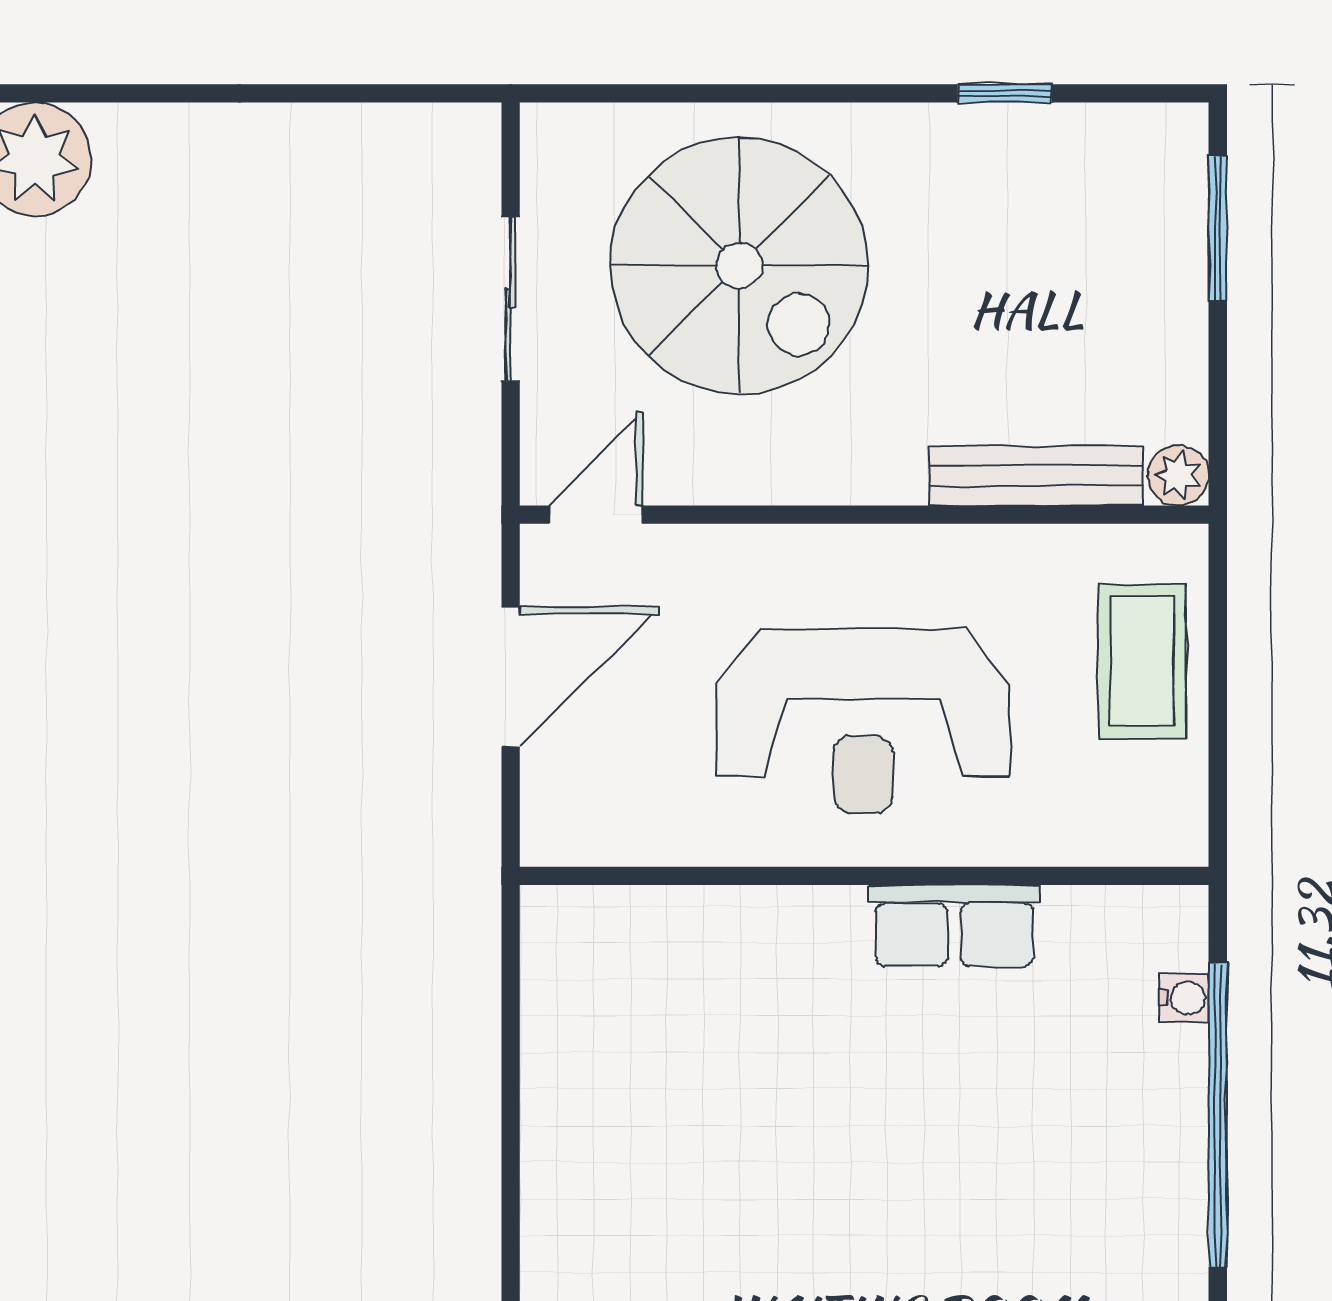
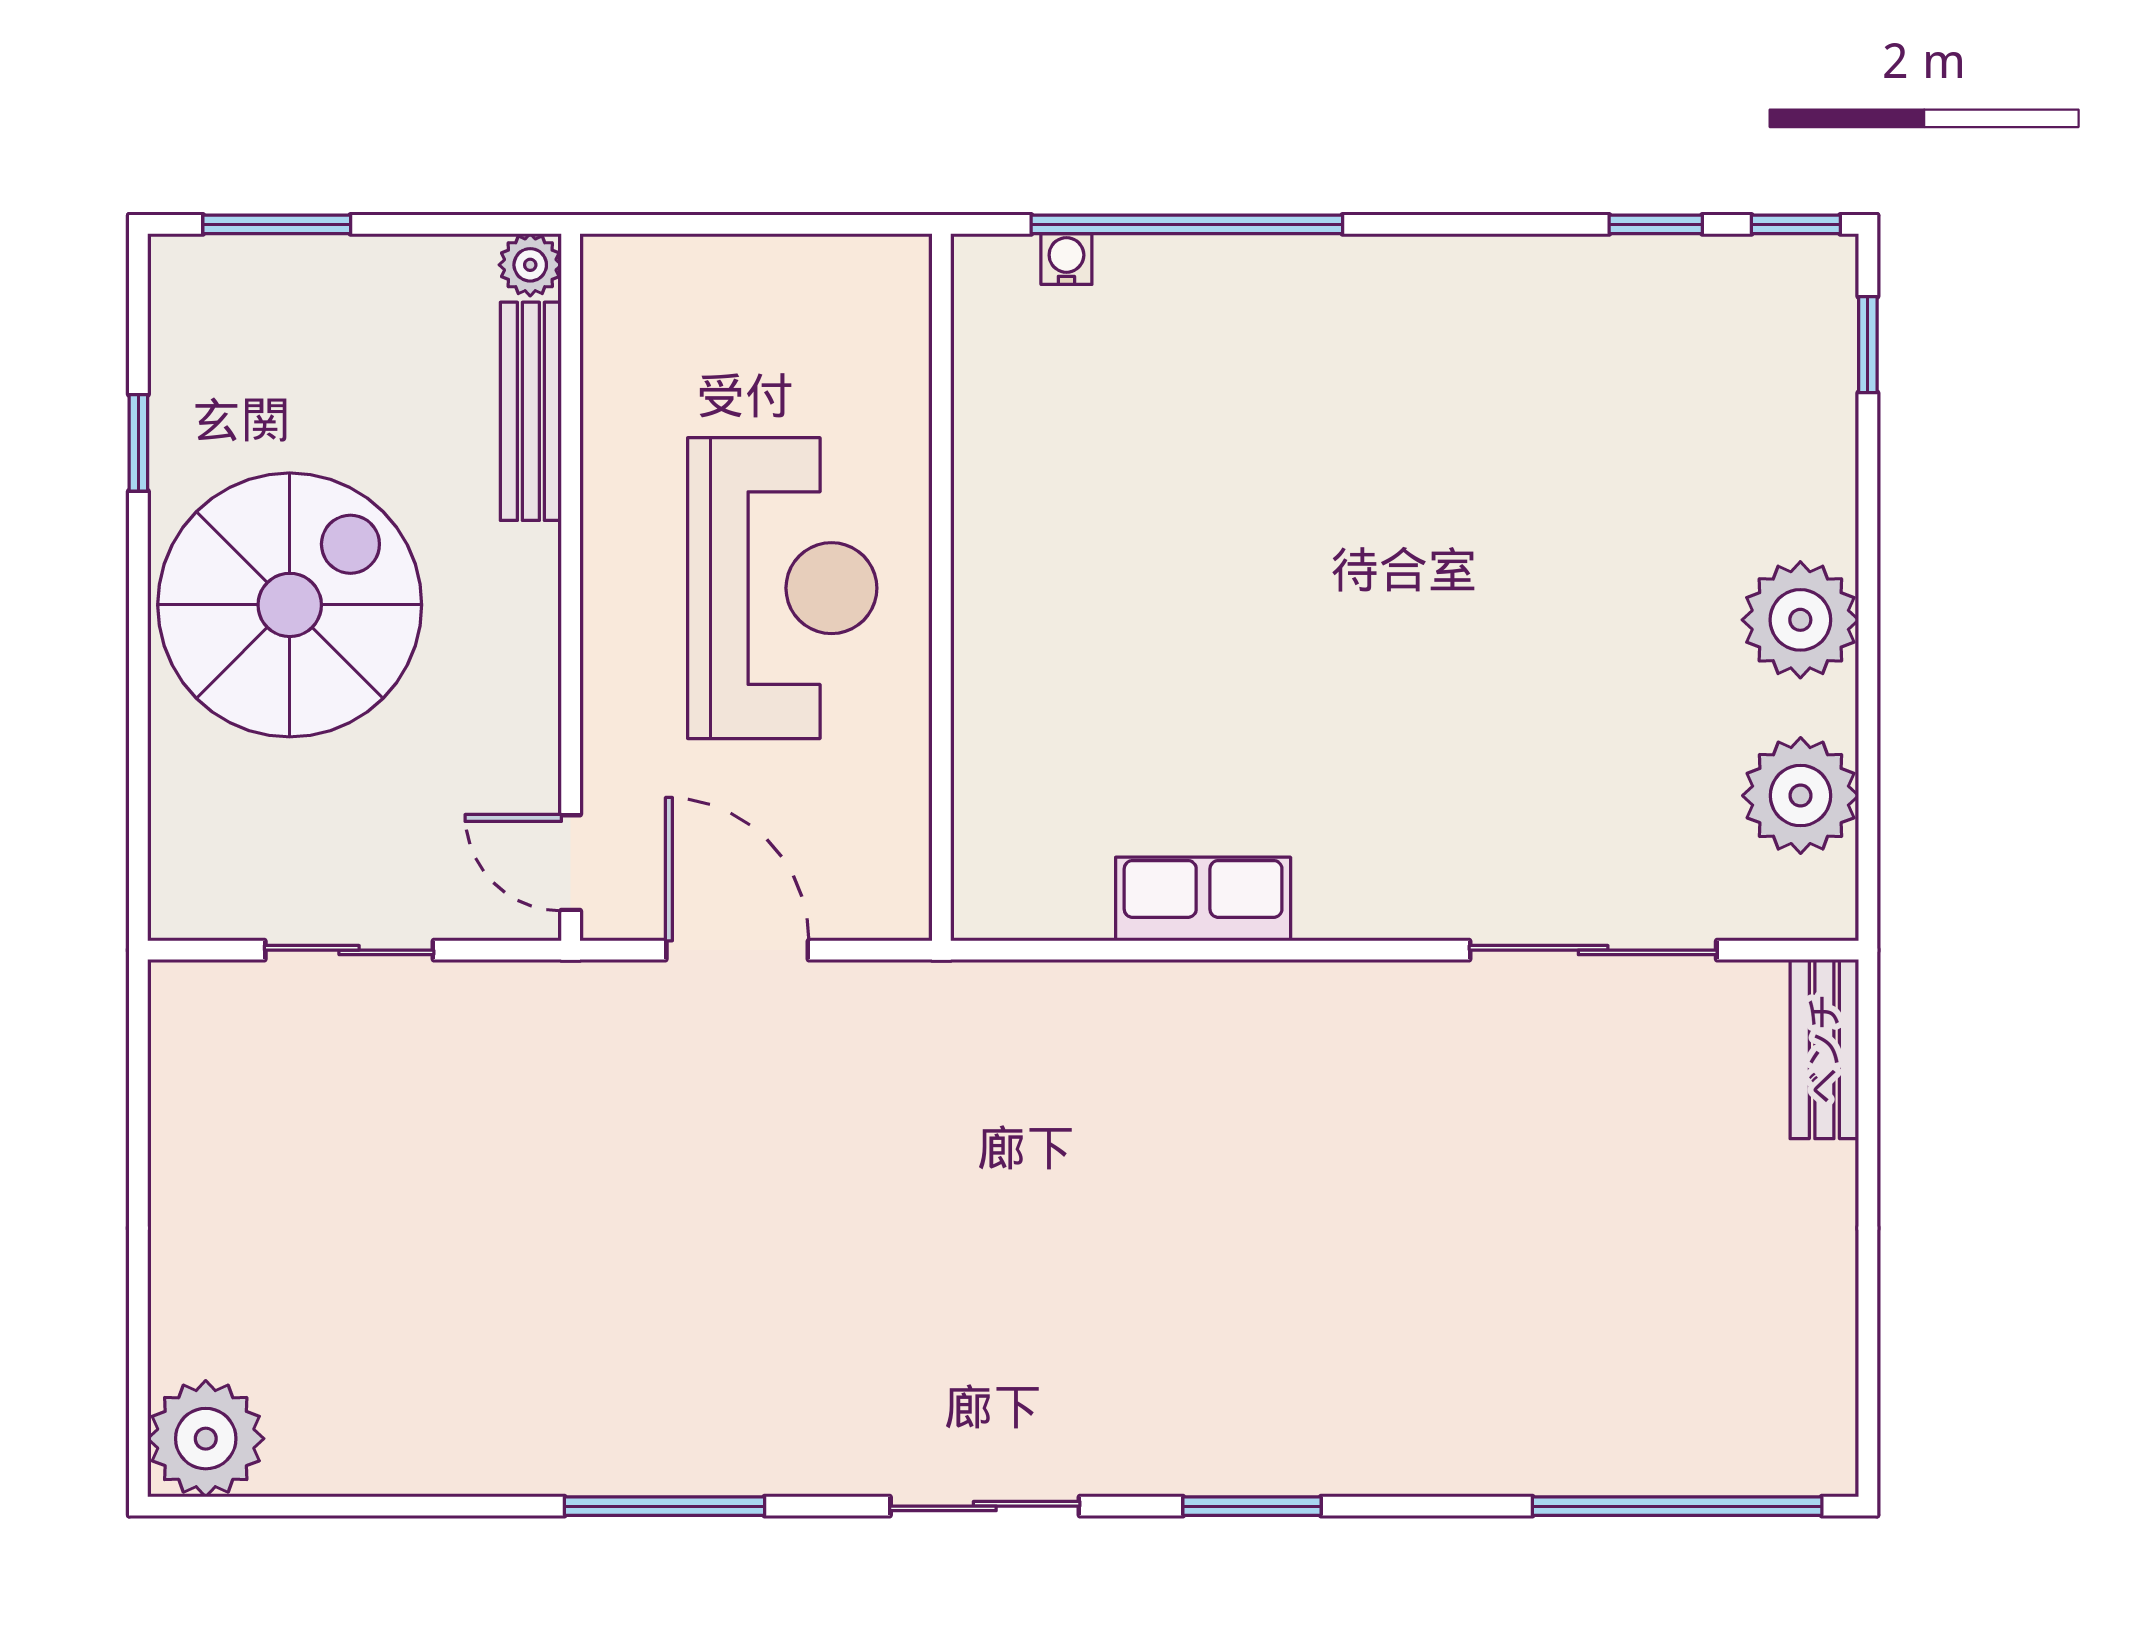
spiral stairs: (739, 266) -> (290, 605), moved
coffee table: (1142, 661) -> (721, 302), removed
row of seats: (954, 926) -> (1203, 899), moved, turned -90

